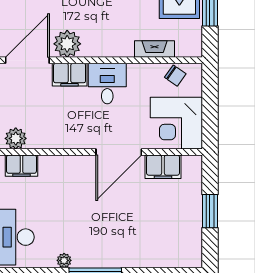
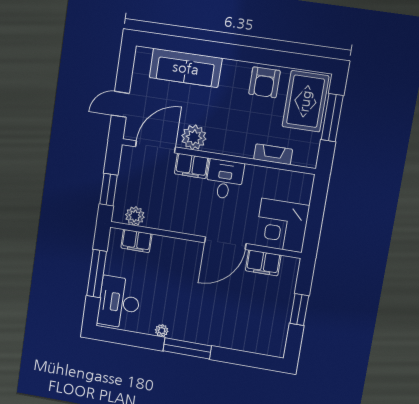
chair: (175, 76) -> (288, 182), removed

